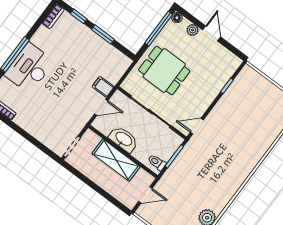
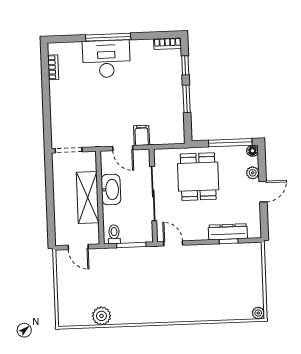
dresser: (220, 81) -> (228, 232), added

